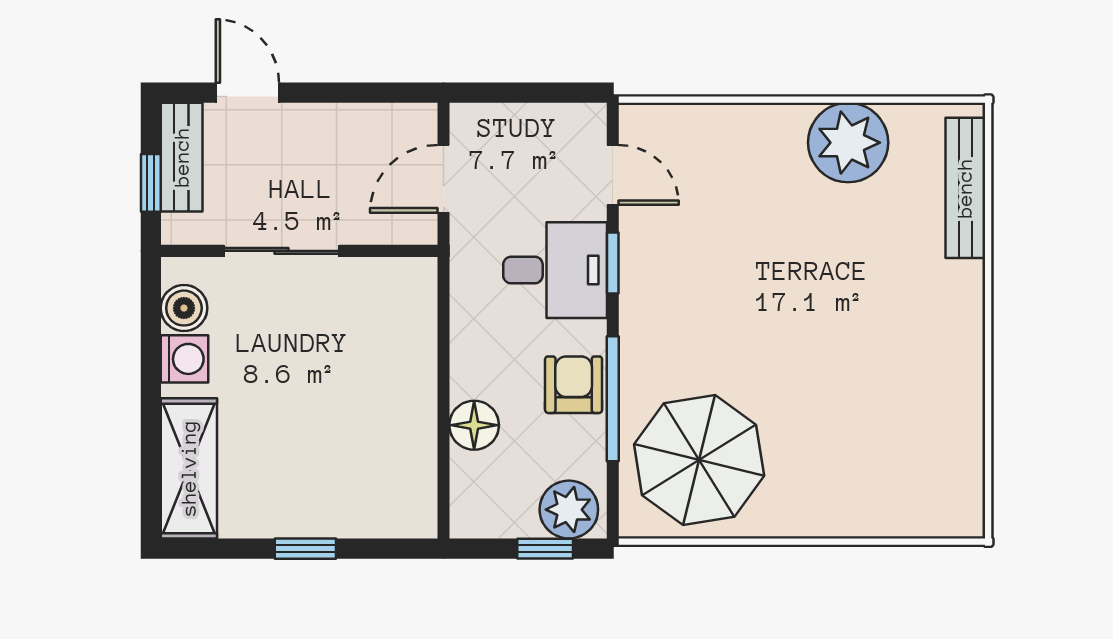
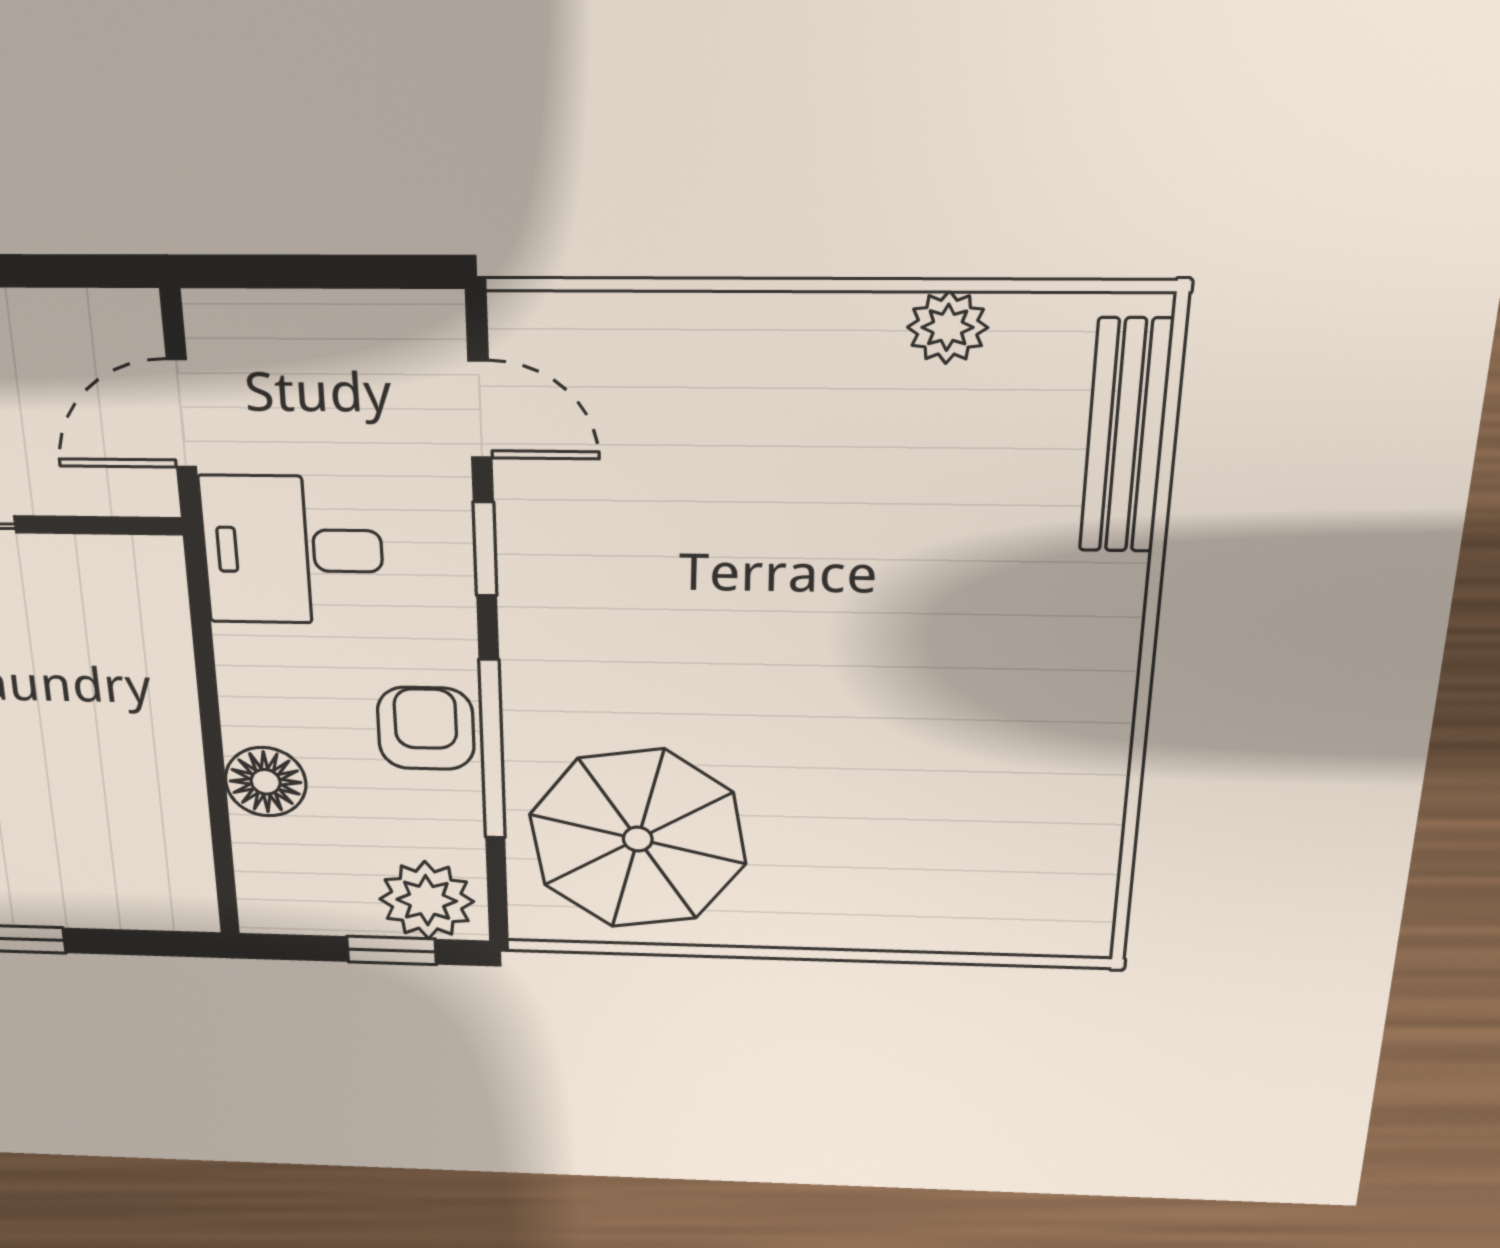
plant: (848, 143) -> (948, 327), width x0.53, depth x0.53
desk: (555, 270) -> (293, 550), moved, turned 180

